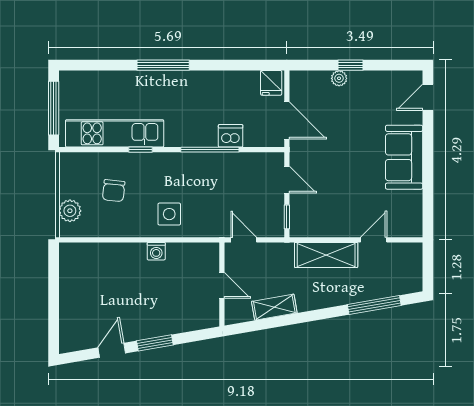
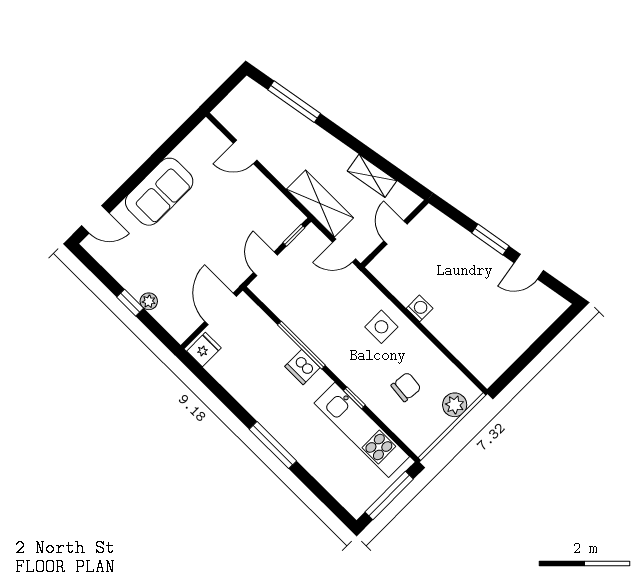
dishwasher: (231, 136) -> (302, 367), moved
door: (244, 240) -> (344, 251), hinge flipped
shelving: (326, 255) -> (320, 204), moved

